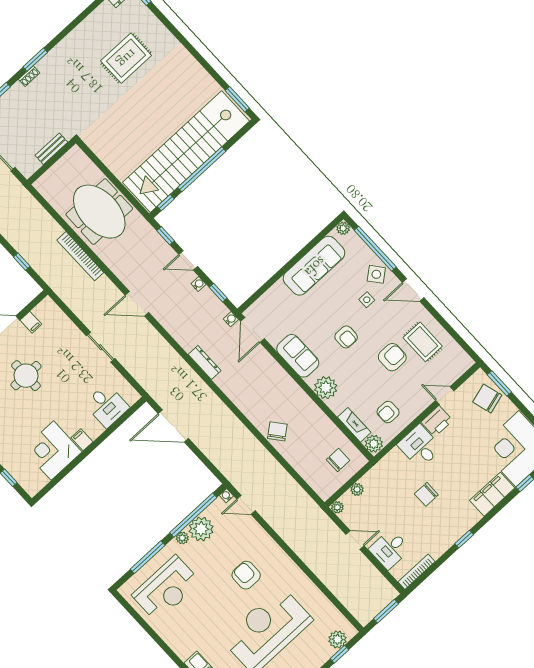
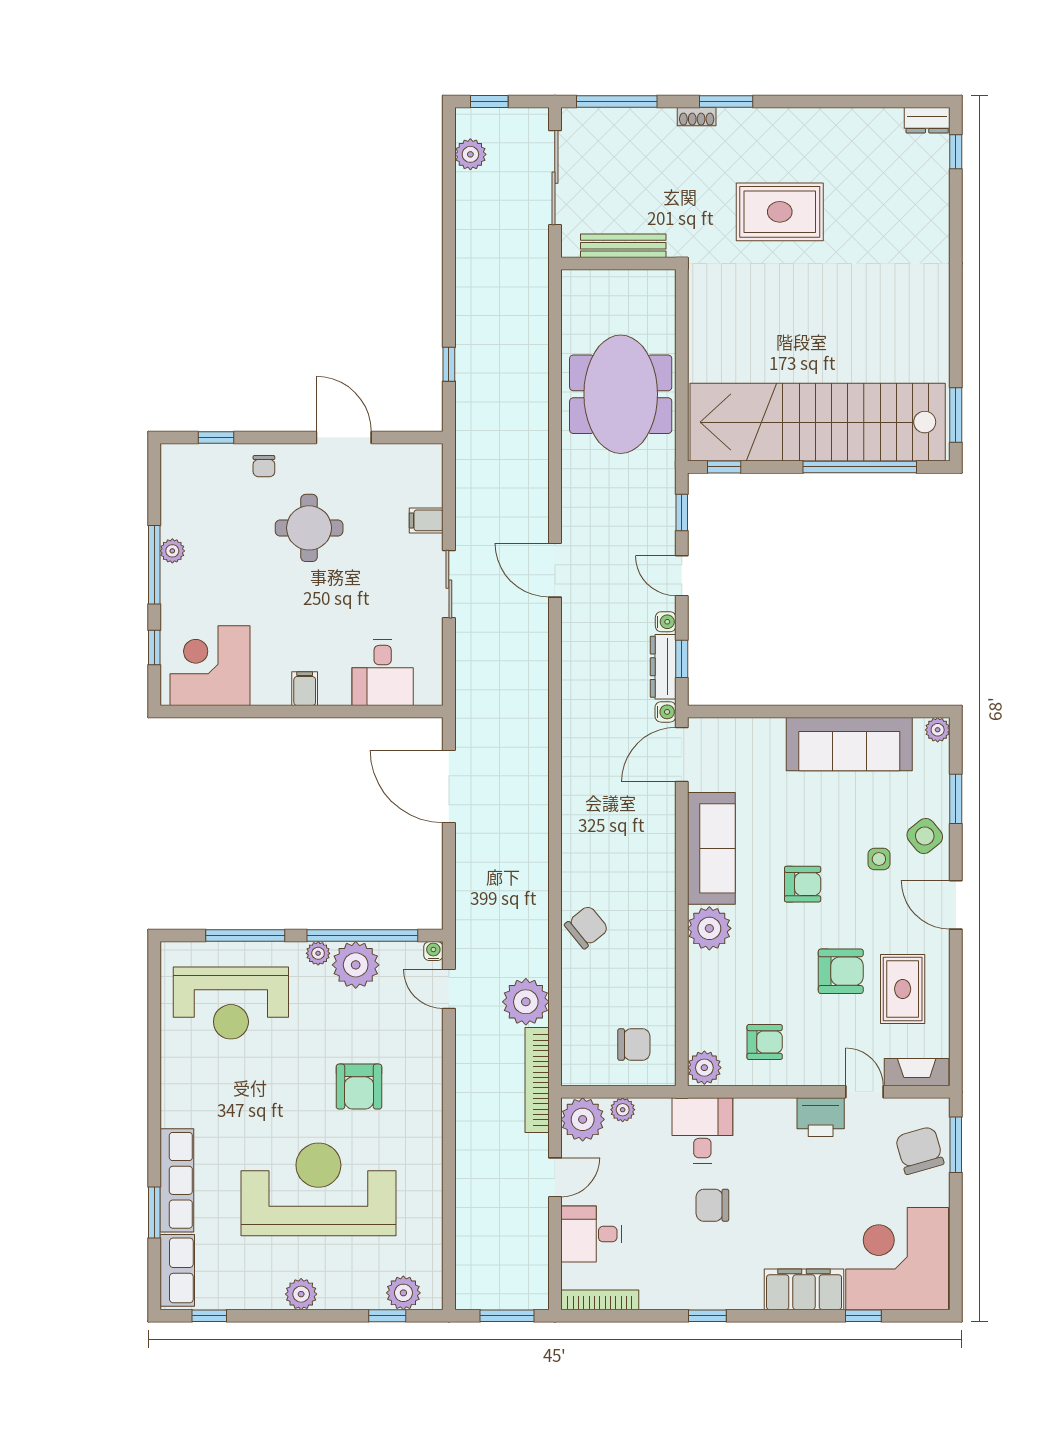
rug: (126, 58) -> (780, 212), moved
bench: (51, 149) -> (623, 246), width x1.36
window: (202, 169) -> (860, 467), moved
window: (375, 249) -> (956, 799), width x0.47
bookcase: (80, 256) -> (537, 1080), moved
filing cabinet: (31, 322) -> (426, 520), moved, turned 90
armchair: (346, 337) -> (803, 884), turned -90
sofa: (298, 356) -> (711, 848), width x1.36
dresser: (205, 363) -> (663, 667), moved, turned 180
armchair: (388, 412) -> (765, 1042), turned 180
fireplace: (354, 425) -> (917, 1072), moved, turned -90
desk: (420, 447) -> (702, 1130), moved
corner desk: (52, 451) -> (210, 666), moved
plant: (281, 482) -> (526, 1002), added
plant: (337, 507) -> (583, 1119), width x1.87, depth x1.87
door: (355, 540) -> (555, 1177), hinge flipped
armchair: (246, 575) -> (359, 1087), turned 180

